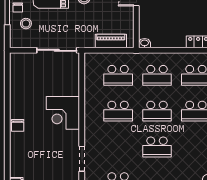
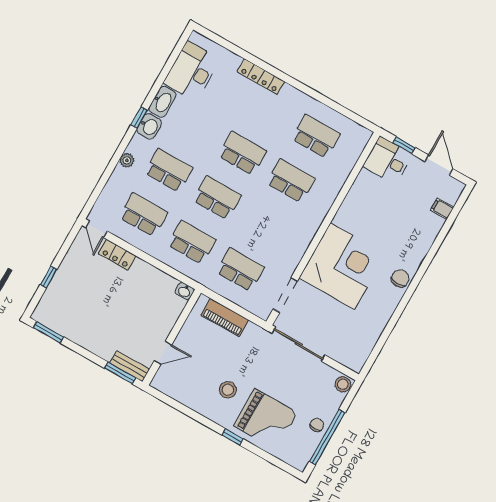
stool: (26, 24) -> (343, 384), moved
school desk: (118, 111) -> (291, 181), moved
corner desk: (63, 113) -> (343, 266), width x1.36, depth x1.36
doorway: (82, 159) -> (285, 295), moved

